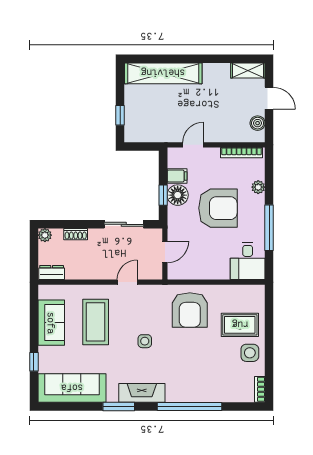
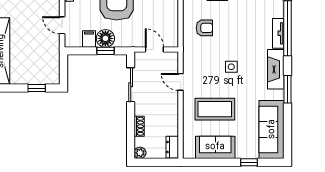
armchair: (190, 310) -> (204, 28), width x0.53, depth x0.53
tv unit: (184, 396) -> (278, 33), added

